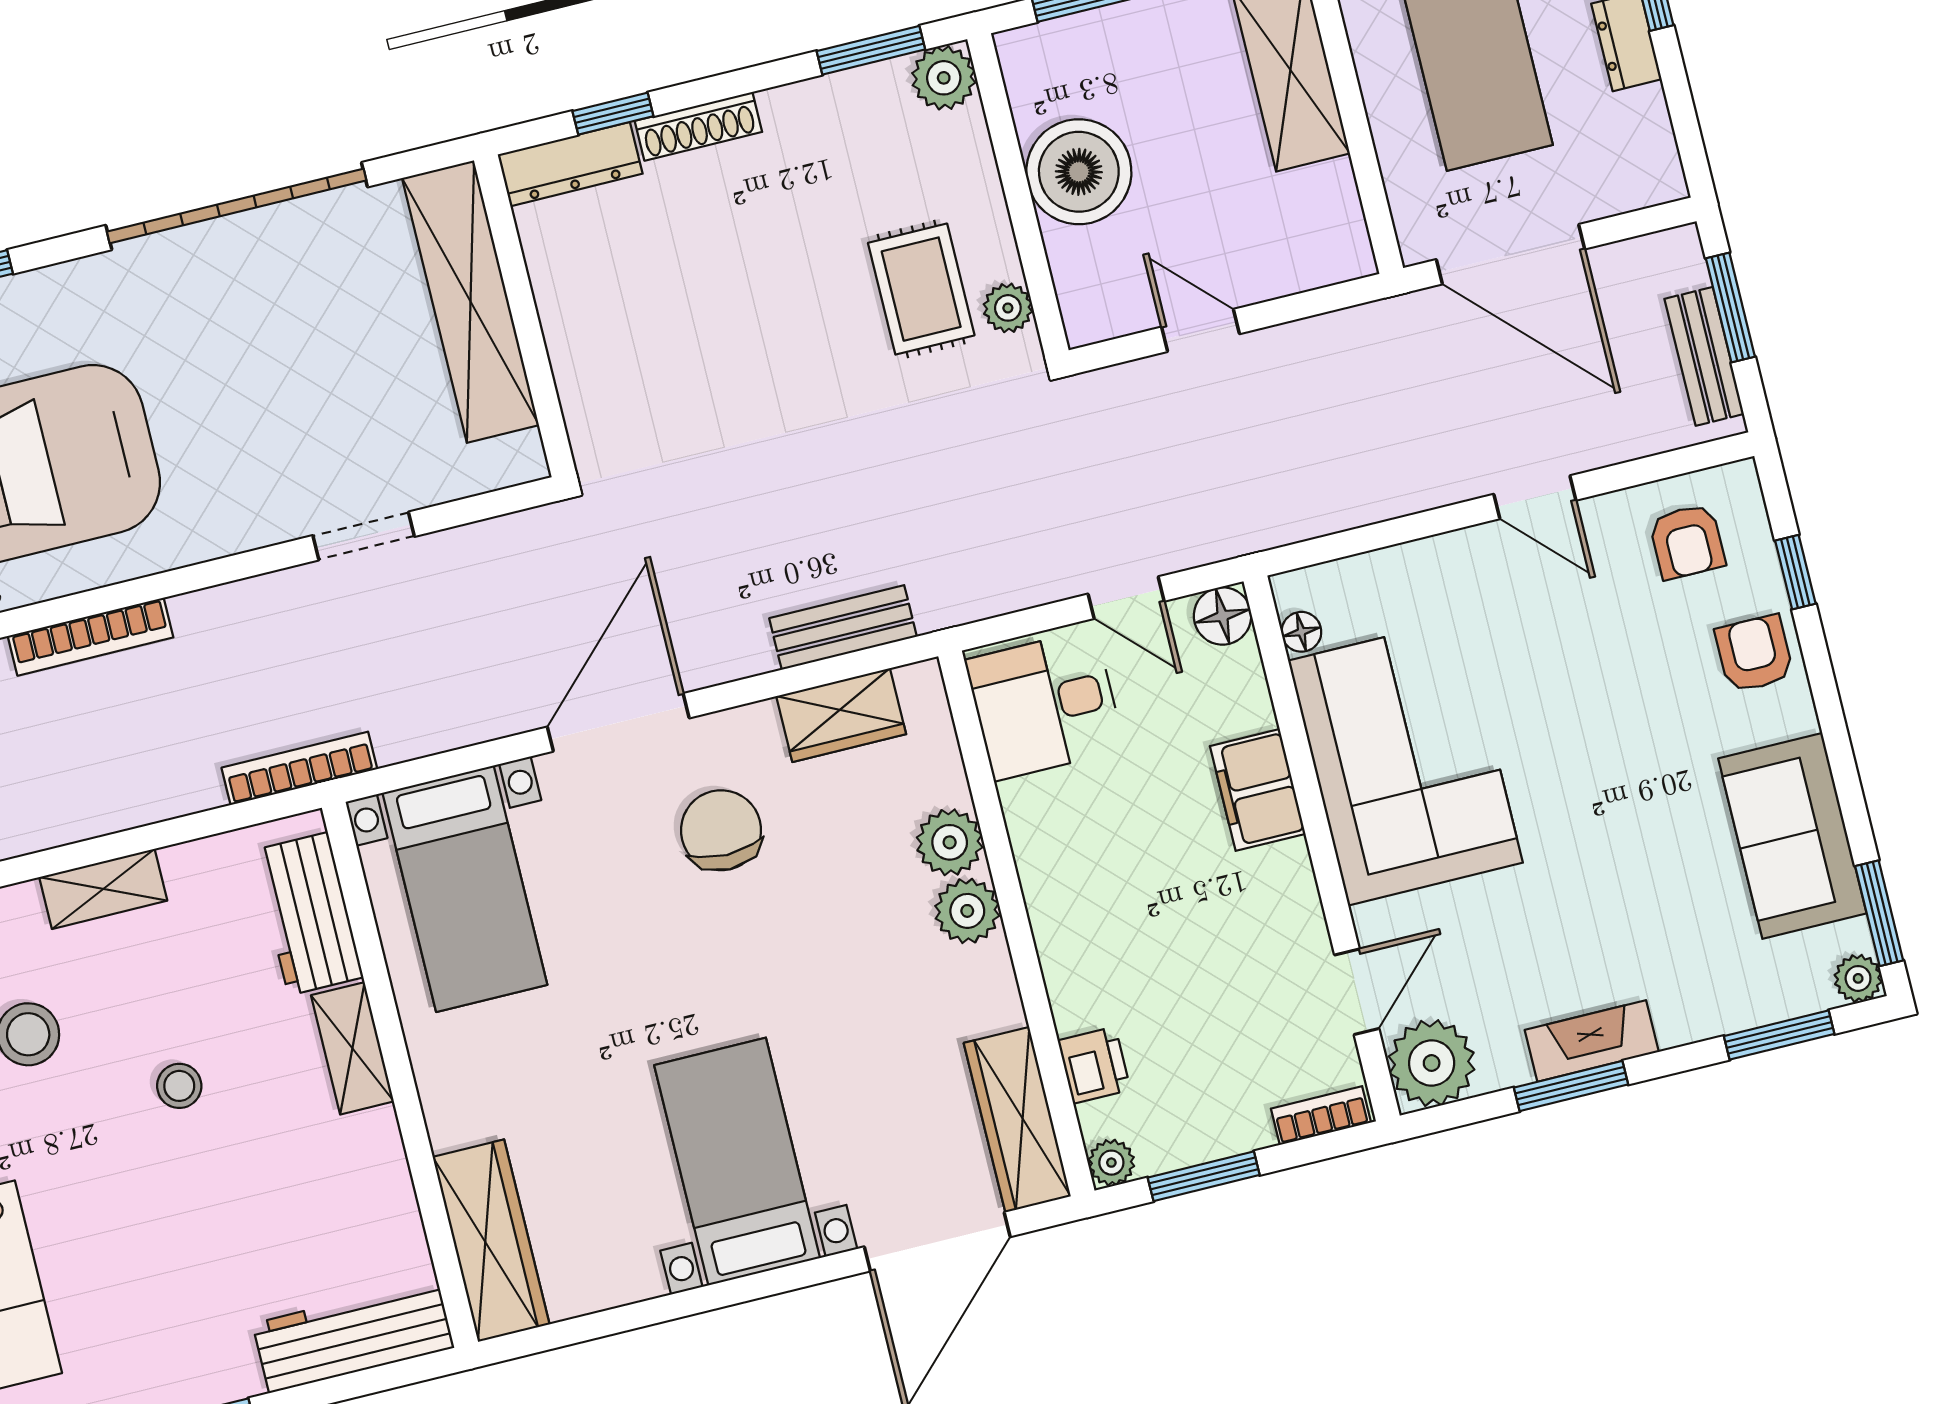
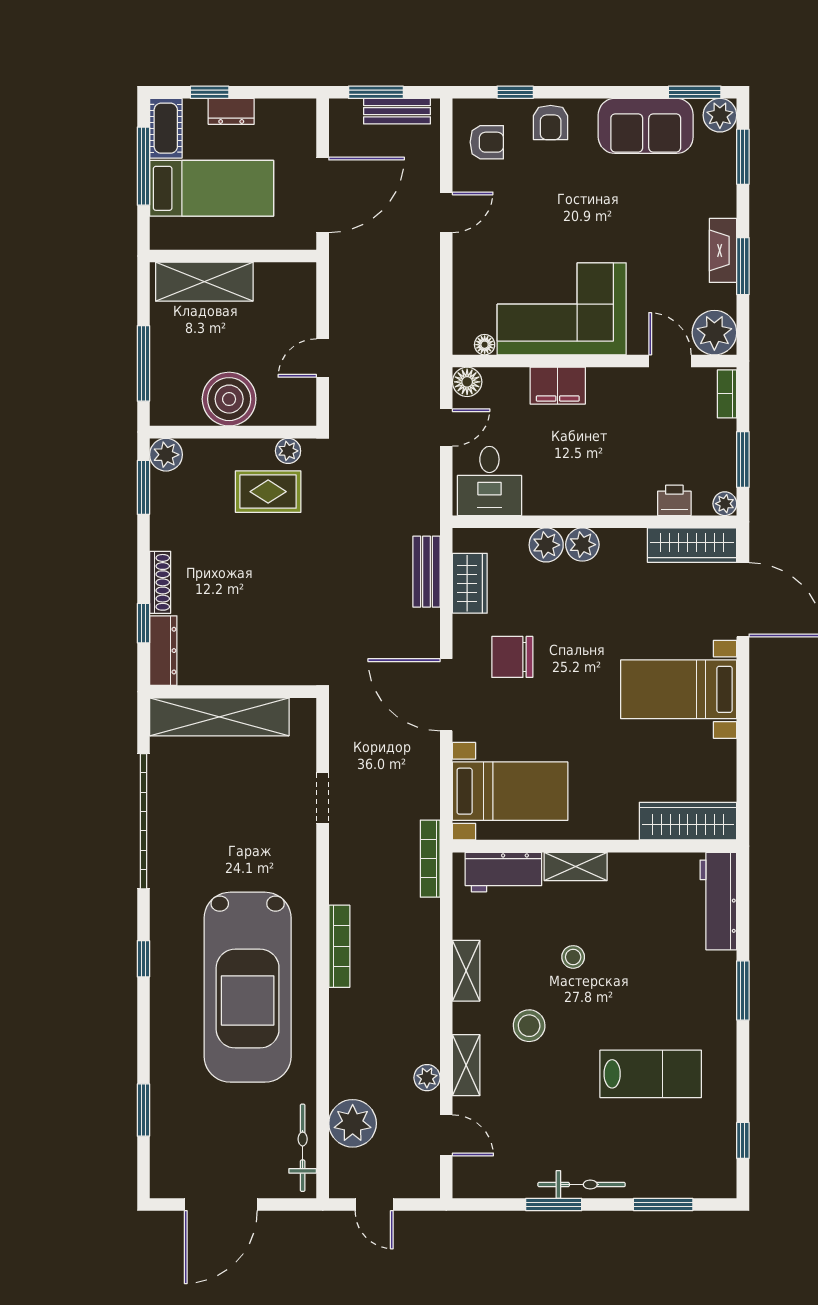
armchair: (1754, 654) -> (551, 123), turned -90
plant: (1858, 978) -> (720, 115), width x1.38, depth x1.38

